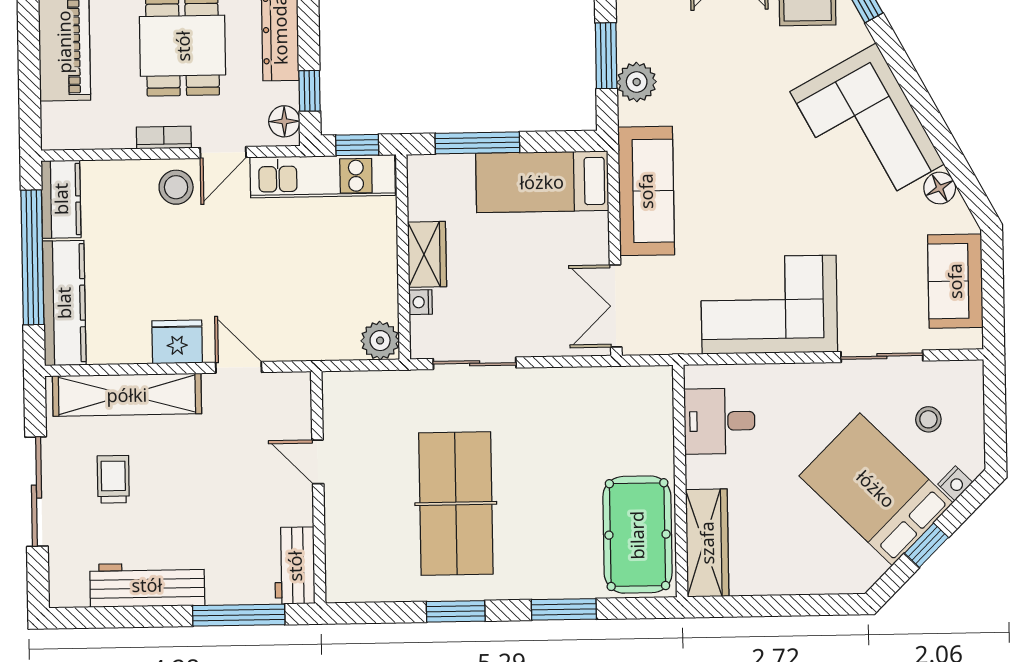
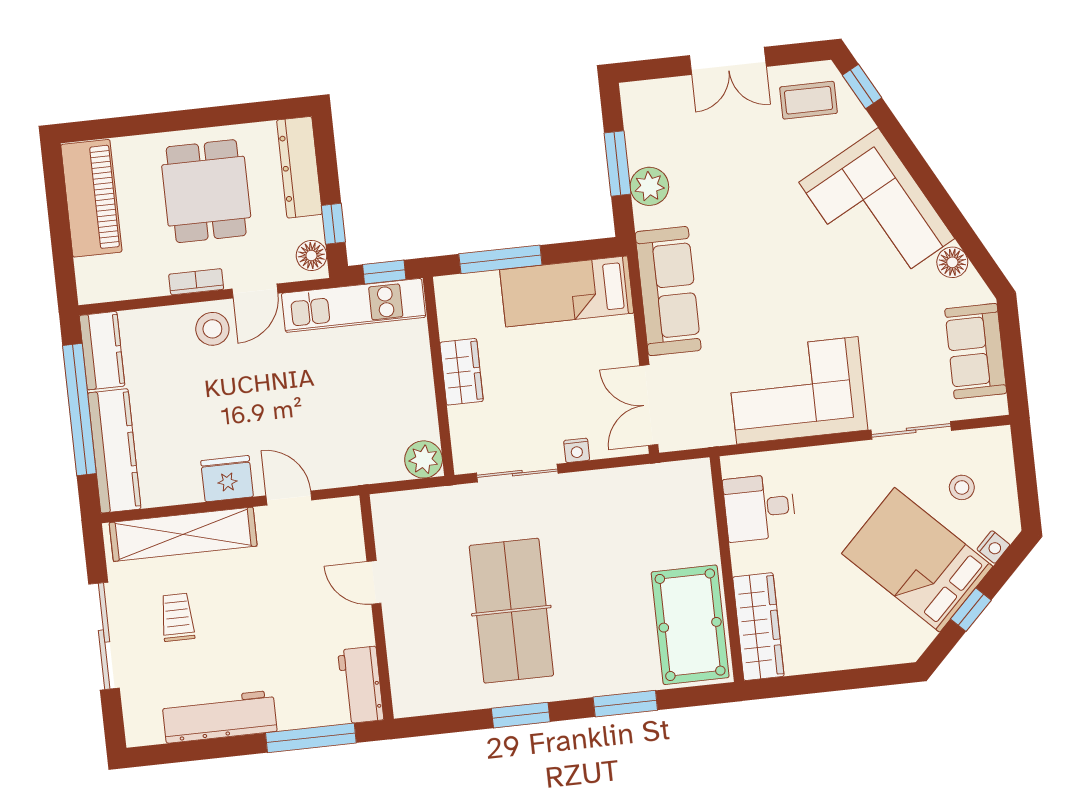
nightstand: (421, 302) -> (577, 450), moved, turned -90

